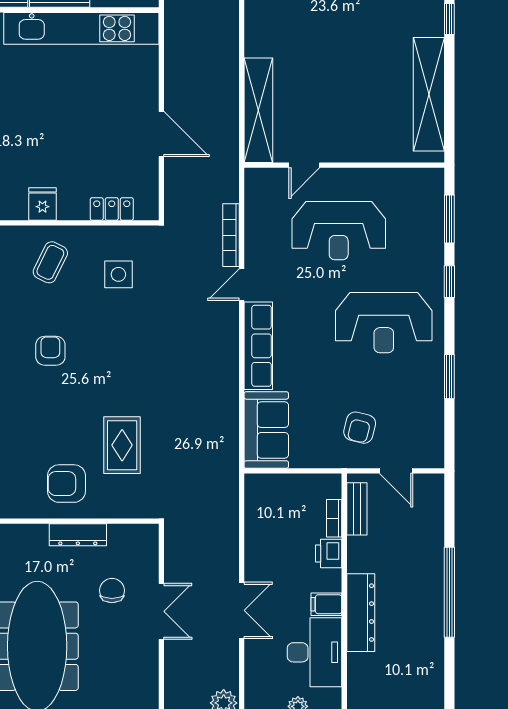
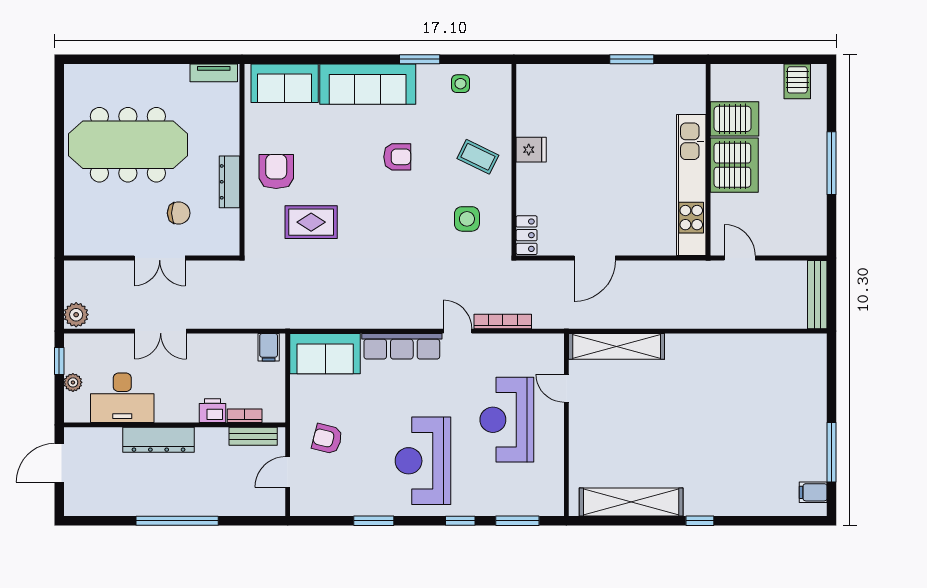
locker: (112, 209) -> (527, 235), moved
filing cabinet: (326, 604) -> (269, 347), moved, turned 180

